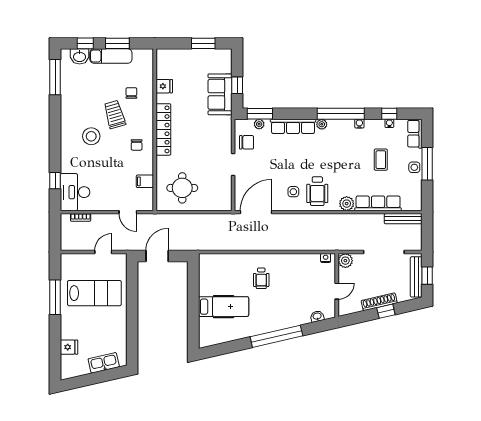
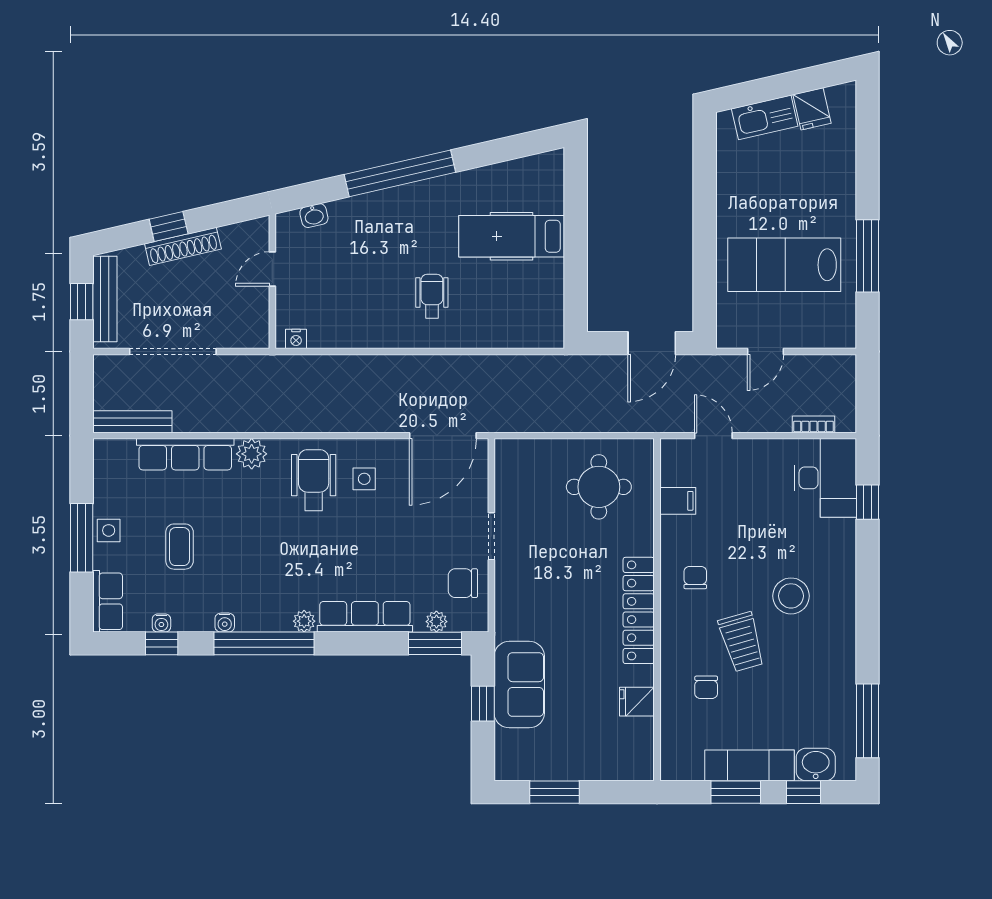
plant: (345, 261) -> (254, 333), removed
fridge: (69, 347) -> (812, 109), moved, turned -103

